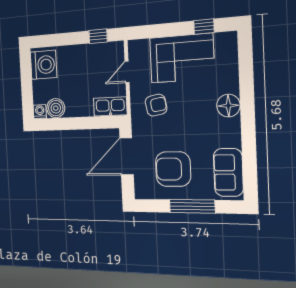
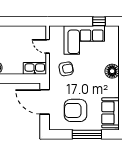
window: (98, 36) -> (29, 21), removed
door: (127, 72) -> (48, 46), hinge flipped
door: (127, 156) -> (45, 102), hinge flipped

